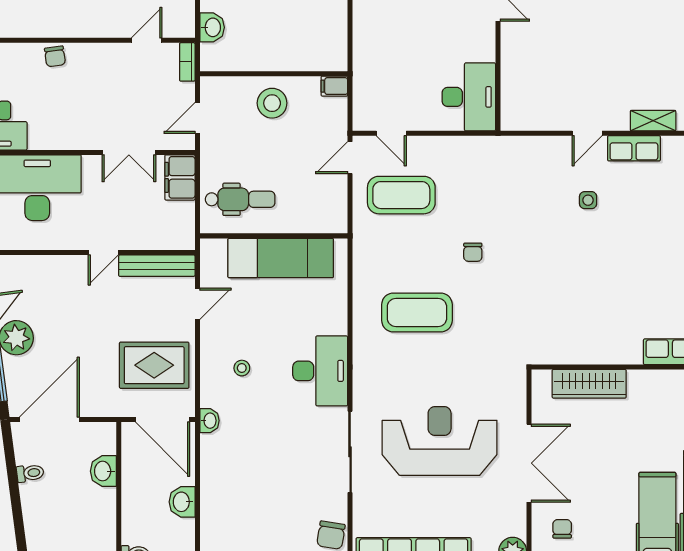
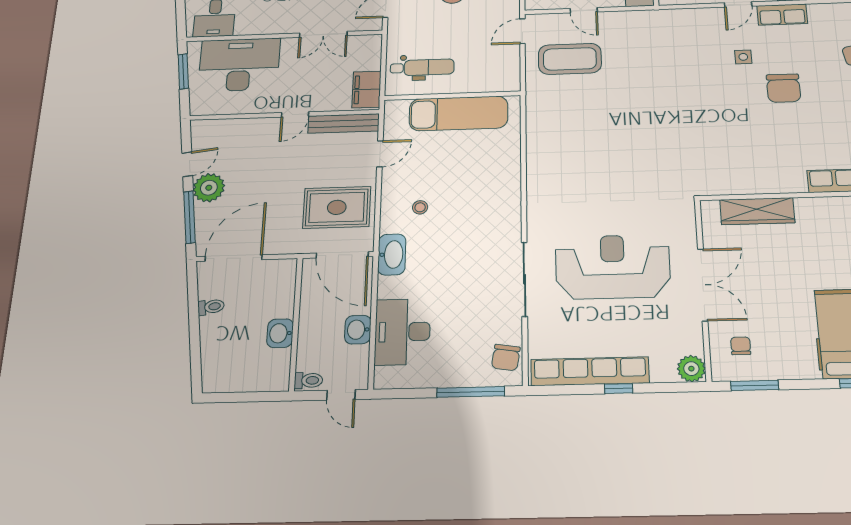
door: (391, 133) -> (584, 10), moved
filing cabinet: (180, 177) -> (366, 90), moved
chair: (473, 252) -> (783, 88), moved, width x1.87, depth x1.87
coffee table: (417, 312) -> (587, 155), removed
desk: (320, 371) -> (402, 332), moved, turned 180
washbasin: (209, 421) -> (392, 254), width x1.91, depth x1.45
washbasin: (103, 471) -> (280, 333), moved

